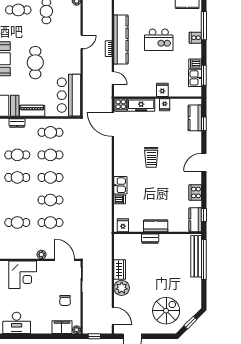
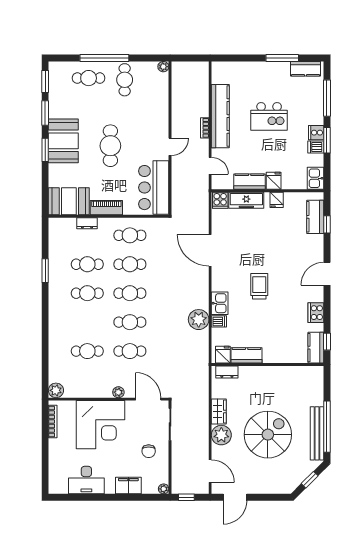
cooker: (195, 38) -> (316, 133), moved
door: (82, 42) -> (170, 147), moved
window: (204, 75) -> (327, 140), moved
kitchen sink: (195, 78) -> (315, 178), moved
kitchen counter: (144, 91) -> (250, 182), added
door: (113, 124) -> (210, 250), moved
trolley: (151, 157) -> (259, 286), moved, turned 180
plant: (104, 198) -> (199, 320), added
kitchen counter: (156, 226) -> (247, 355), moved
dresser: (150, 239) -> (227, 372), moved
bench: (196, 256) -> (317, 433), moved
window: (204, 259) -> (327, 427), moved
corner desk: (23, 275) -> (101, 425), width x1.36, depth x1.36
spiral stairs: (166, 311) -> (268, 435), moved, width x1.37, depth x1.37
filing cabinet: (62, 327) -> (128, 486), moved

